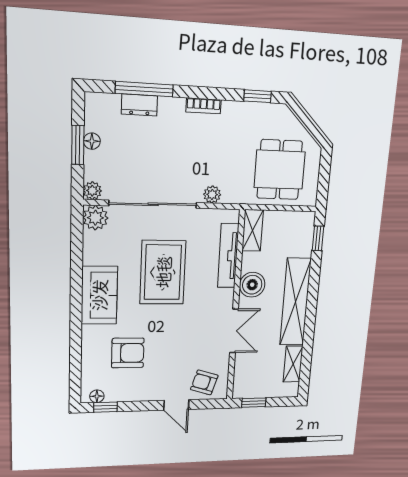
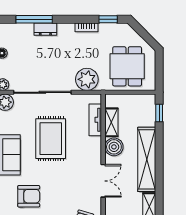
dresser: (139, 105) -> (45, 29), moved
bookcase: (204, 106) -> (86, 27), moved
plant: (212, 194) -> (87, 79), width x1.88, depth x1.88
shelving: (253, 230) -> (111, 122), moved
tv unit: (228, 256) -> (95, 120), width x0.71

